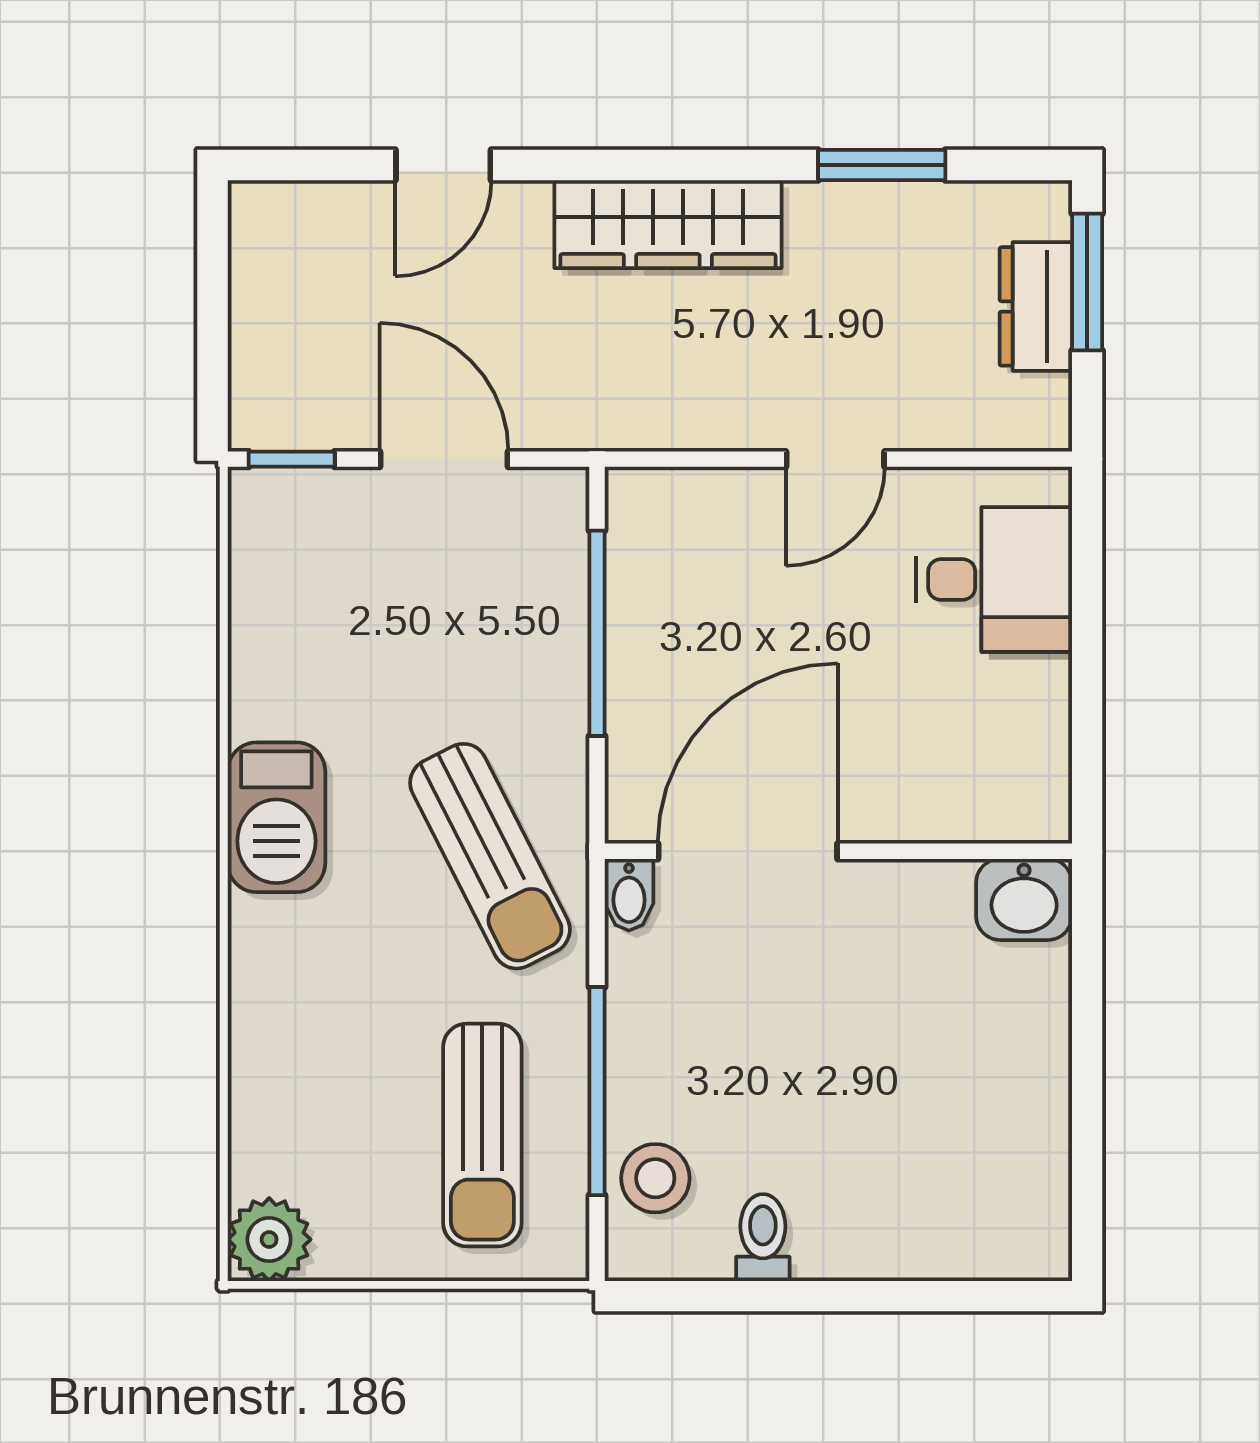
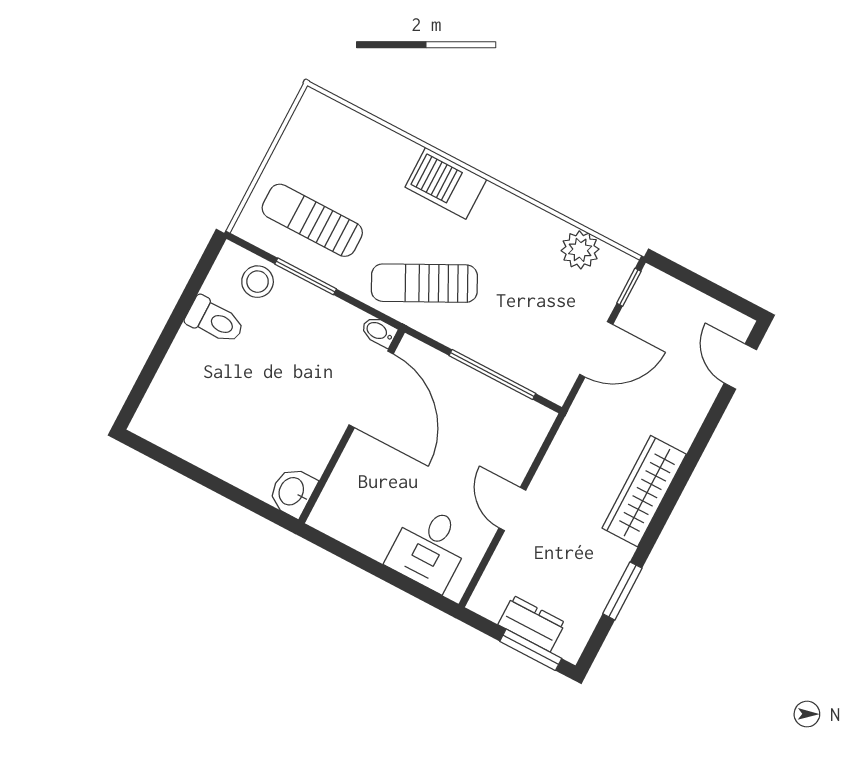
door: (443, 165) -> (740, 366), moved
barbecue: (276, 817) -> (446, 183), moved
window: (597, 1091) -> (306, 276), width x0.69
toilet: (763, 1238) -> (215, 320), width x1.37, depth x1.39
plant: (269, 1239) -> (580, 250), moved

